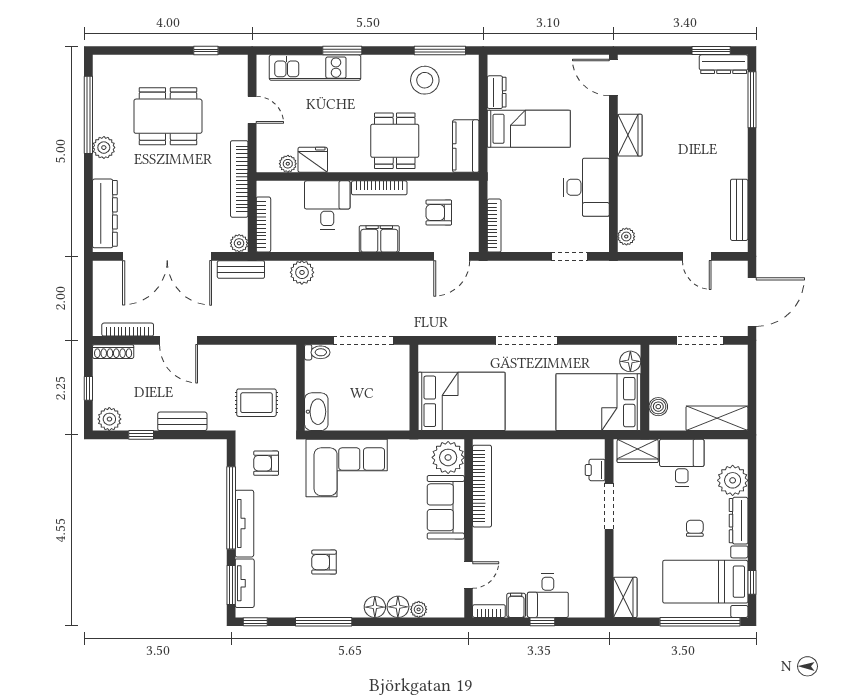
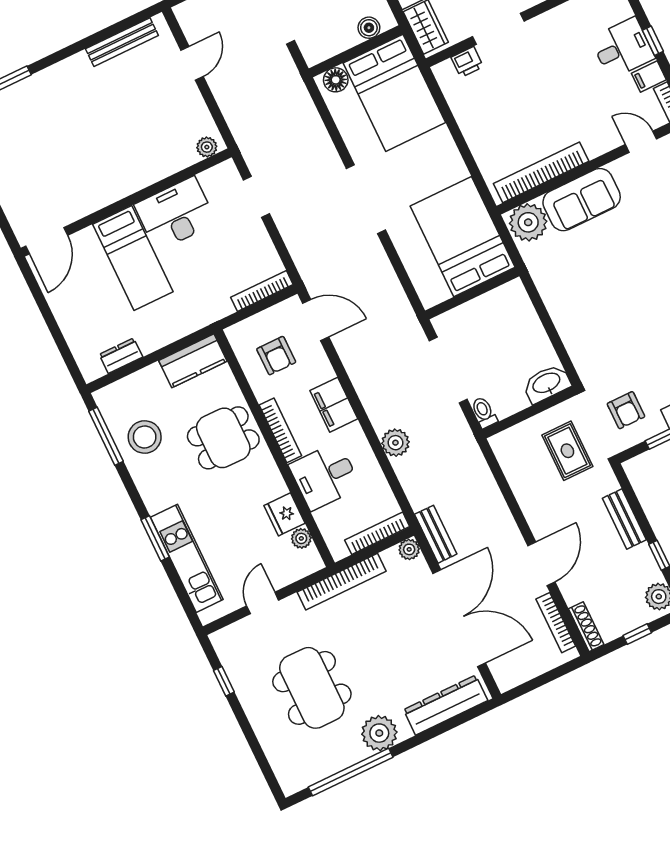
bed: (529, 129) -> (133, 258), moved, turned 180
wardrobe: (630, 135) -> (99, 194), removed
plant: (104, 148) -> (379, 733), width x1.36, depth x1.36
plant: (302, 272) -> (395, 443), moved
corner sofa: (347, 468) -> (590, 323), removed

